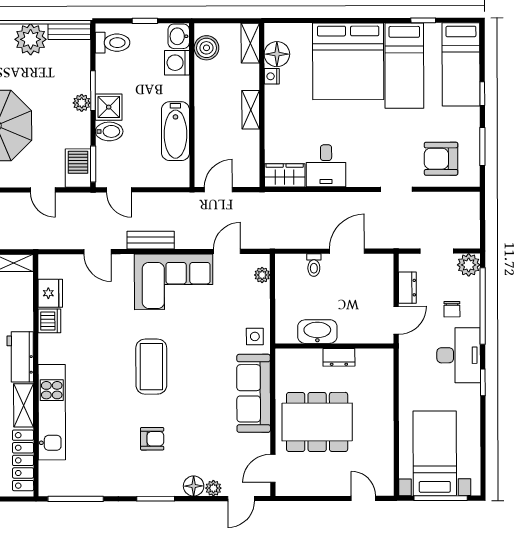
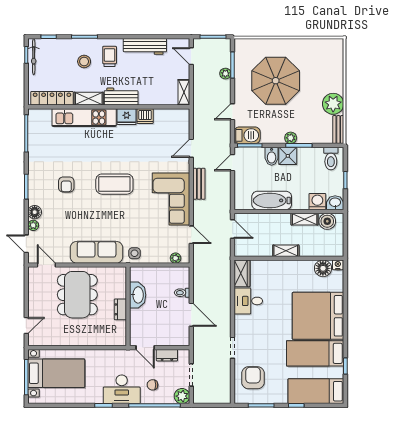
shelving: (250, 43) -> (305, 219), moved
nightstand: (272, 76) -> (338, 265), moved
fridge: (50, 293) -> (127, 117), moved

